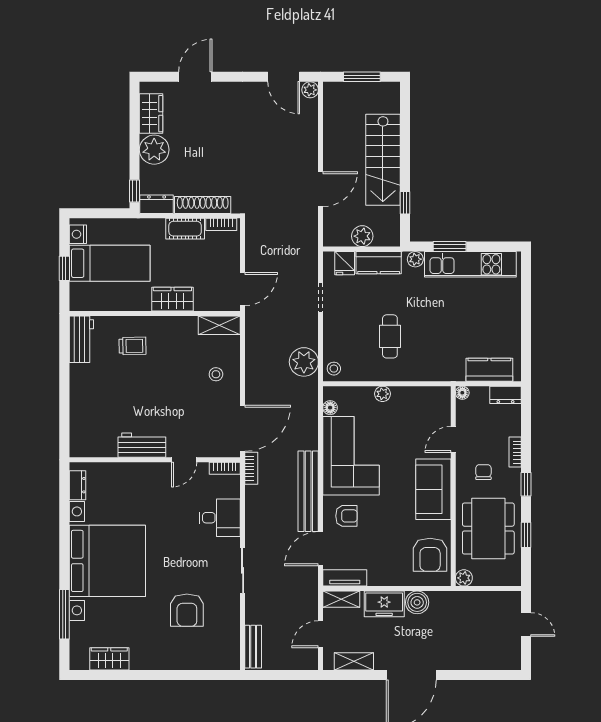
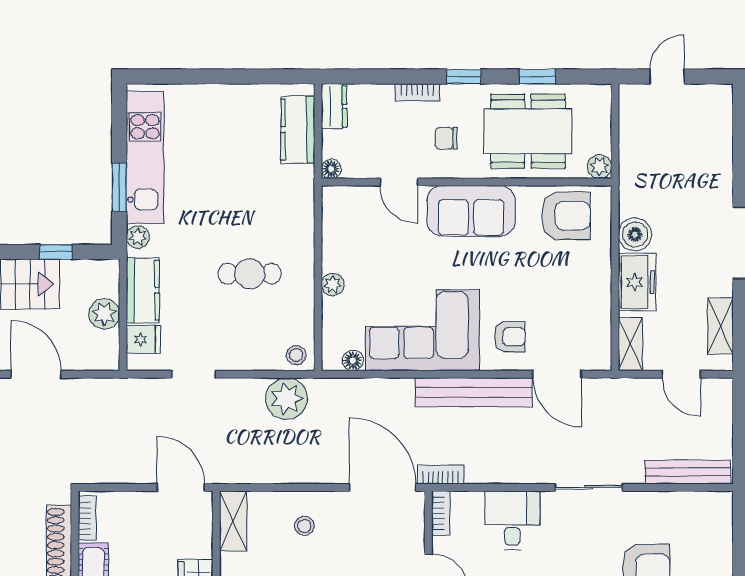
armchair: (346, 516) -> (510, 337), turned 90
tv unit: (345, 578) -> (599, 339), removed
bench: (253, 647) -> (688, 472), width x1.36

